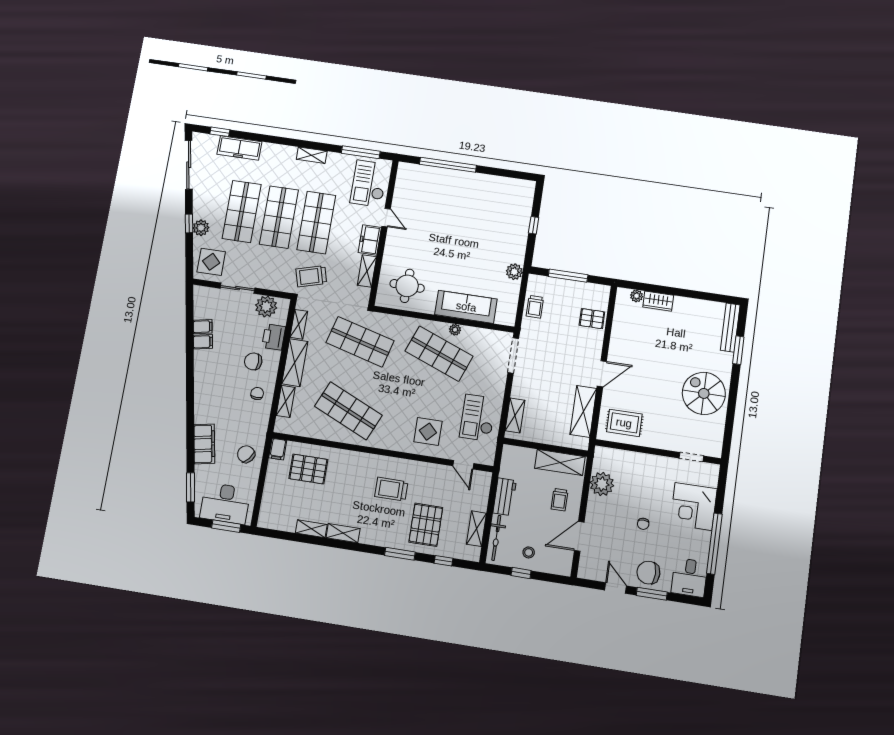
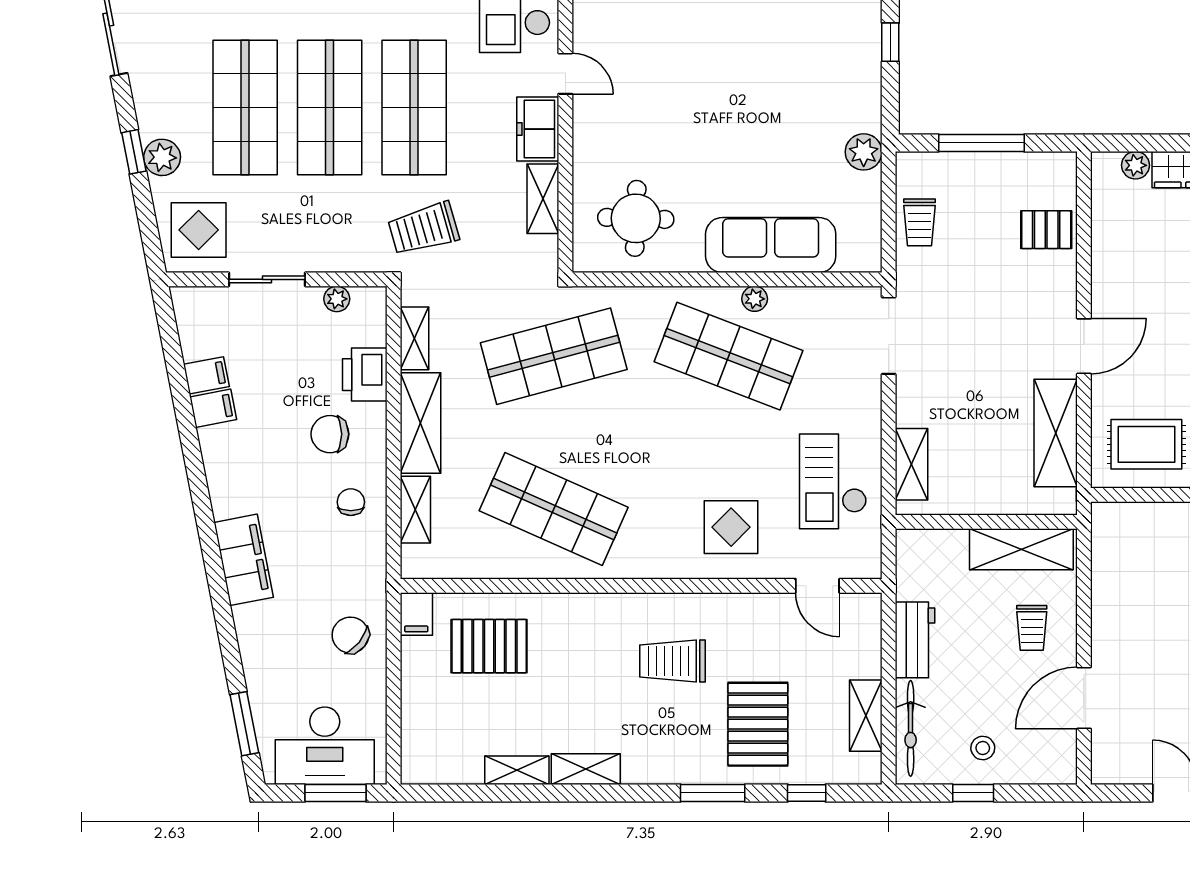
plant: (266, 306) -> (337, 299), width x0.53, depth x0.53
shop shelf: (360, 342) -> (554, 356), turned -30
filing cabinet: (204, 444) -> (244, 560), moved
plant: (602, 484) -> (1116, 581), removed

